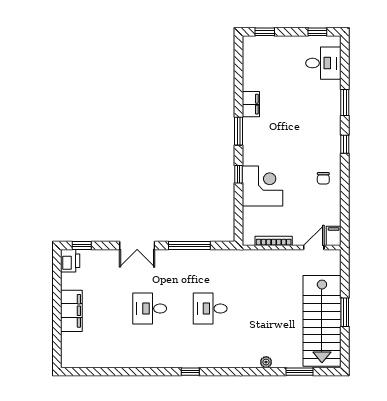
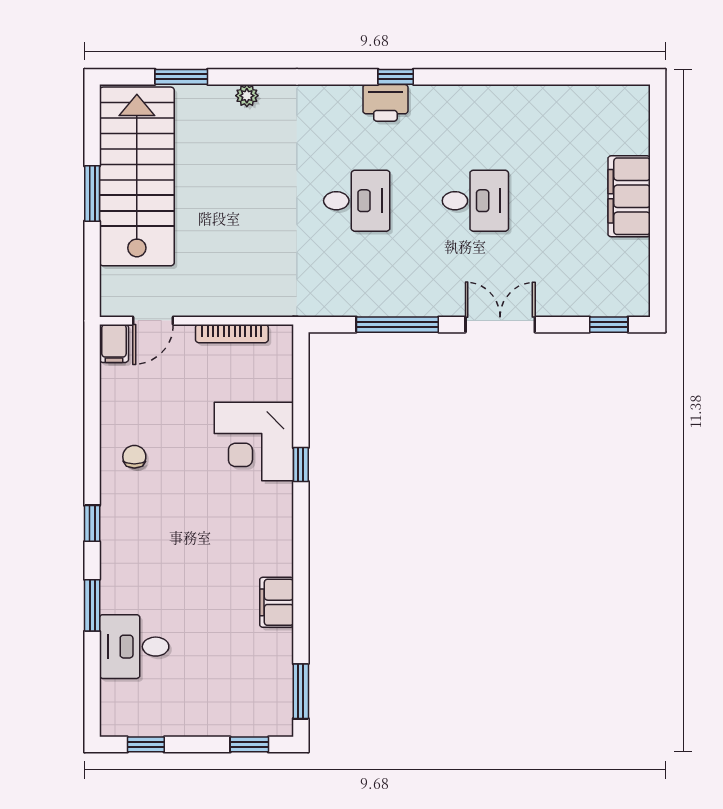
desk: (323, 63) -> (134, 647), moved
window: (239, 131) -> (301, 691), moved
printer: (70, 261) -> (385, 103), moved, turned -90

